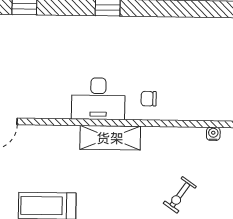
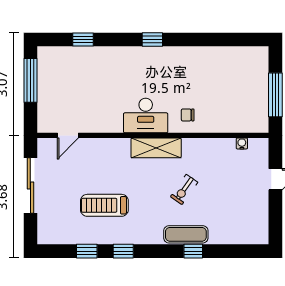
exercise bike: (180, 195) -> (184, 189), moved

